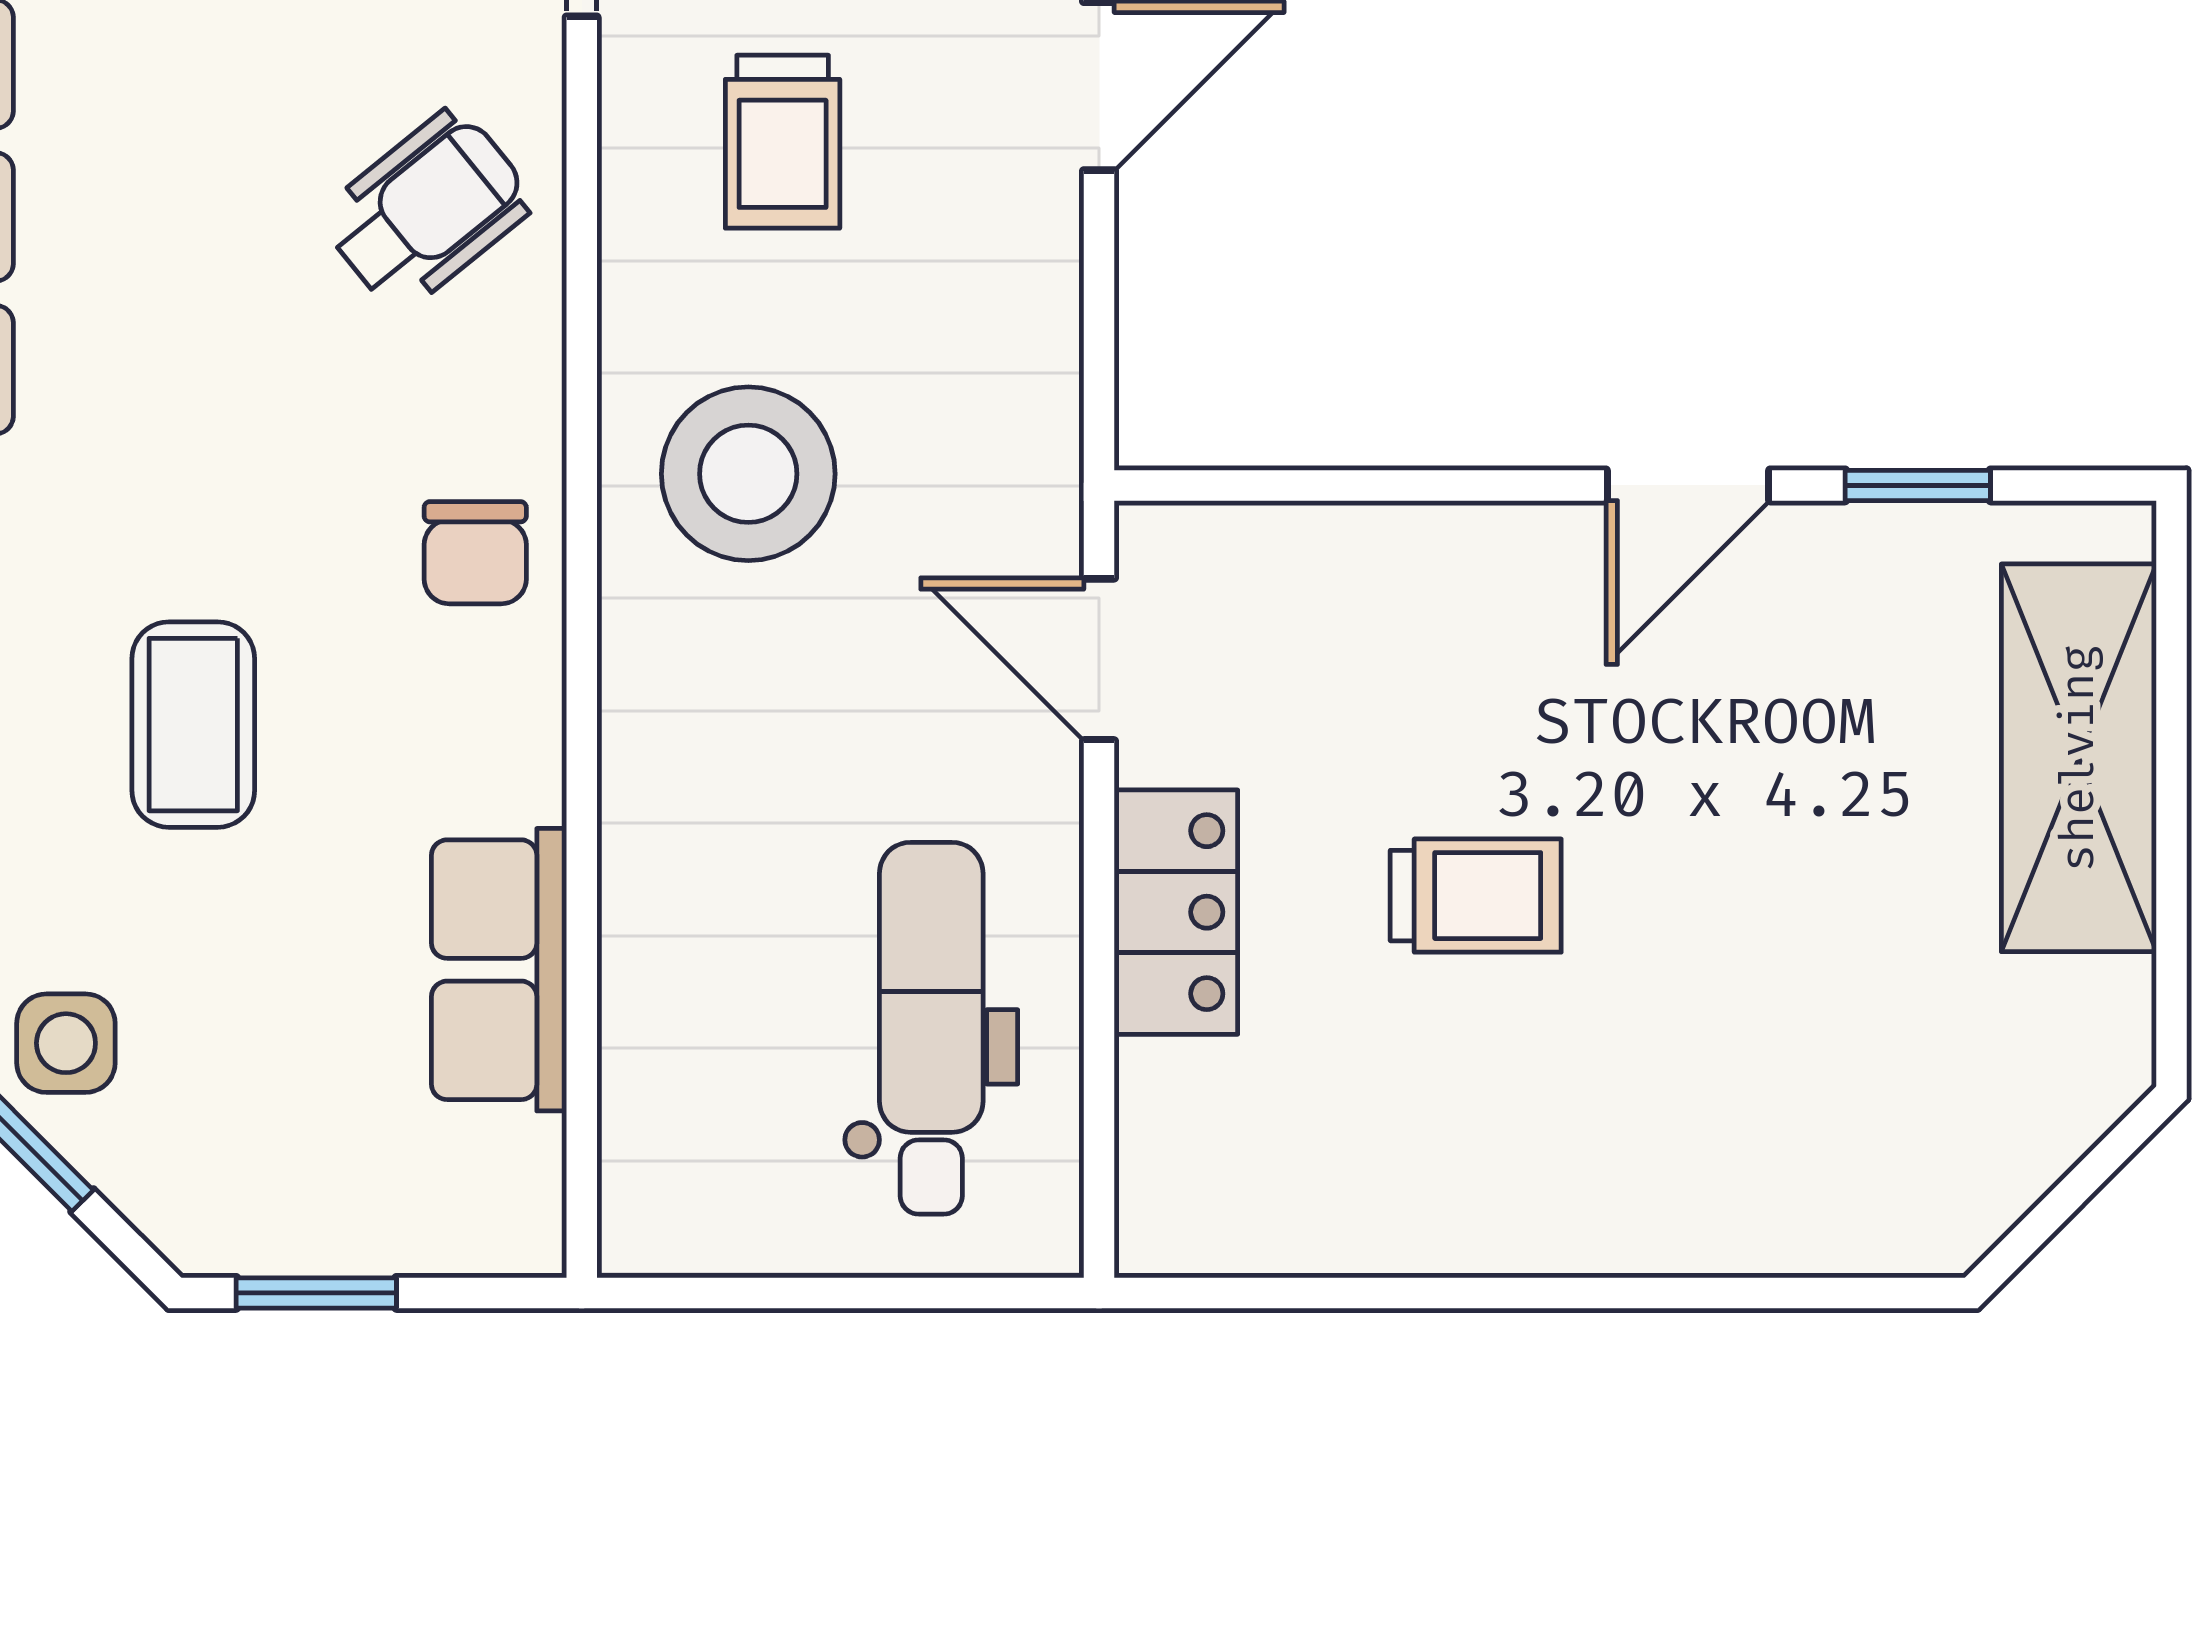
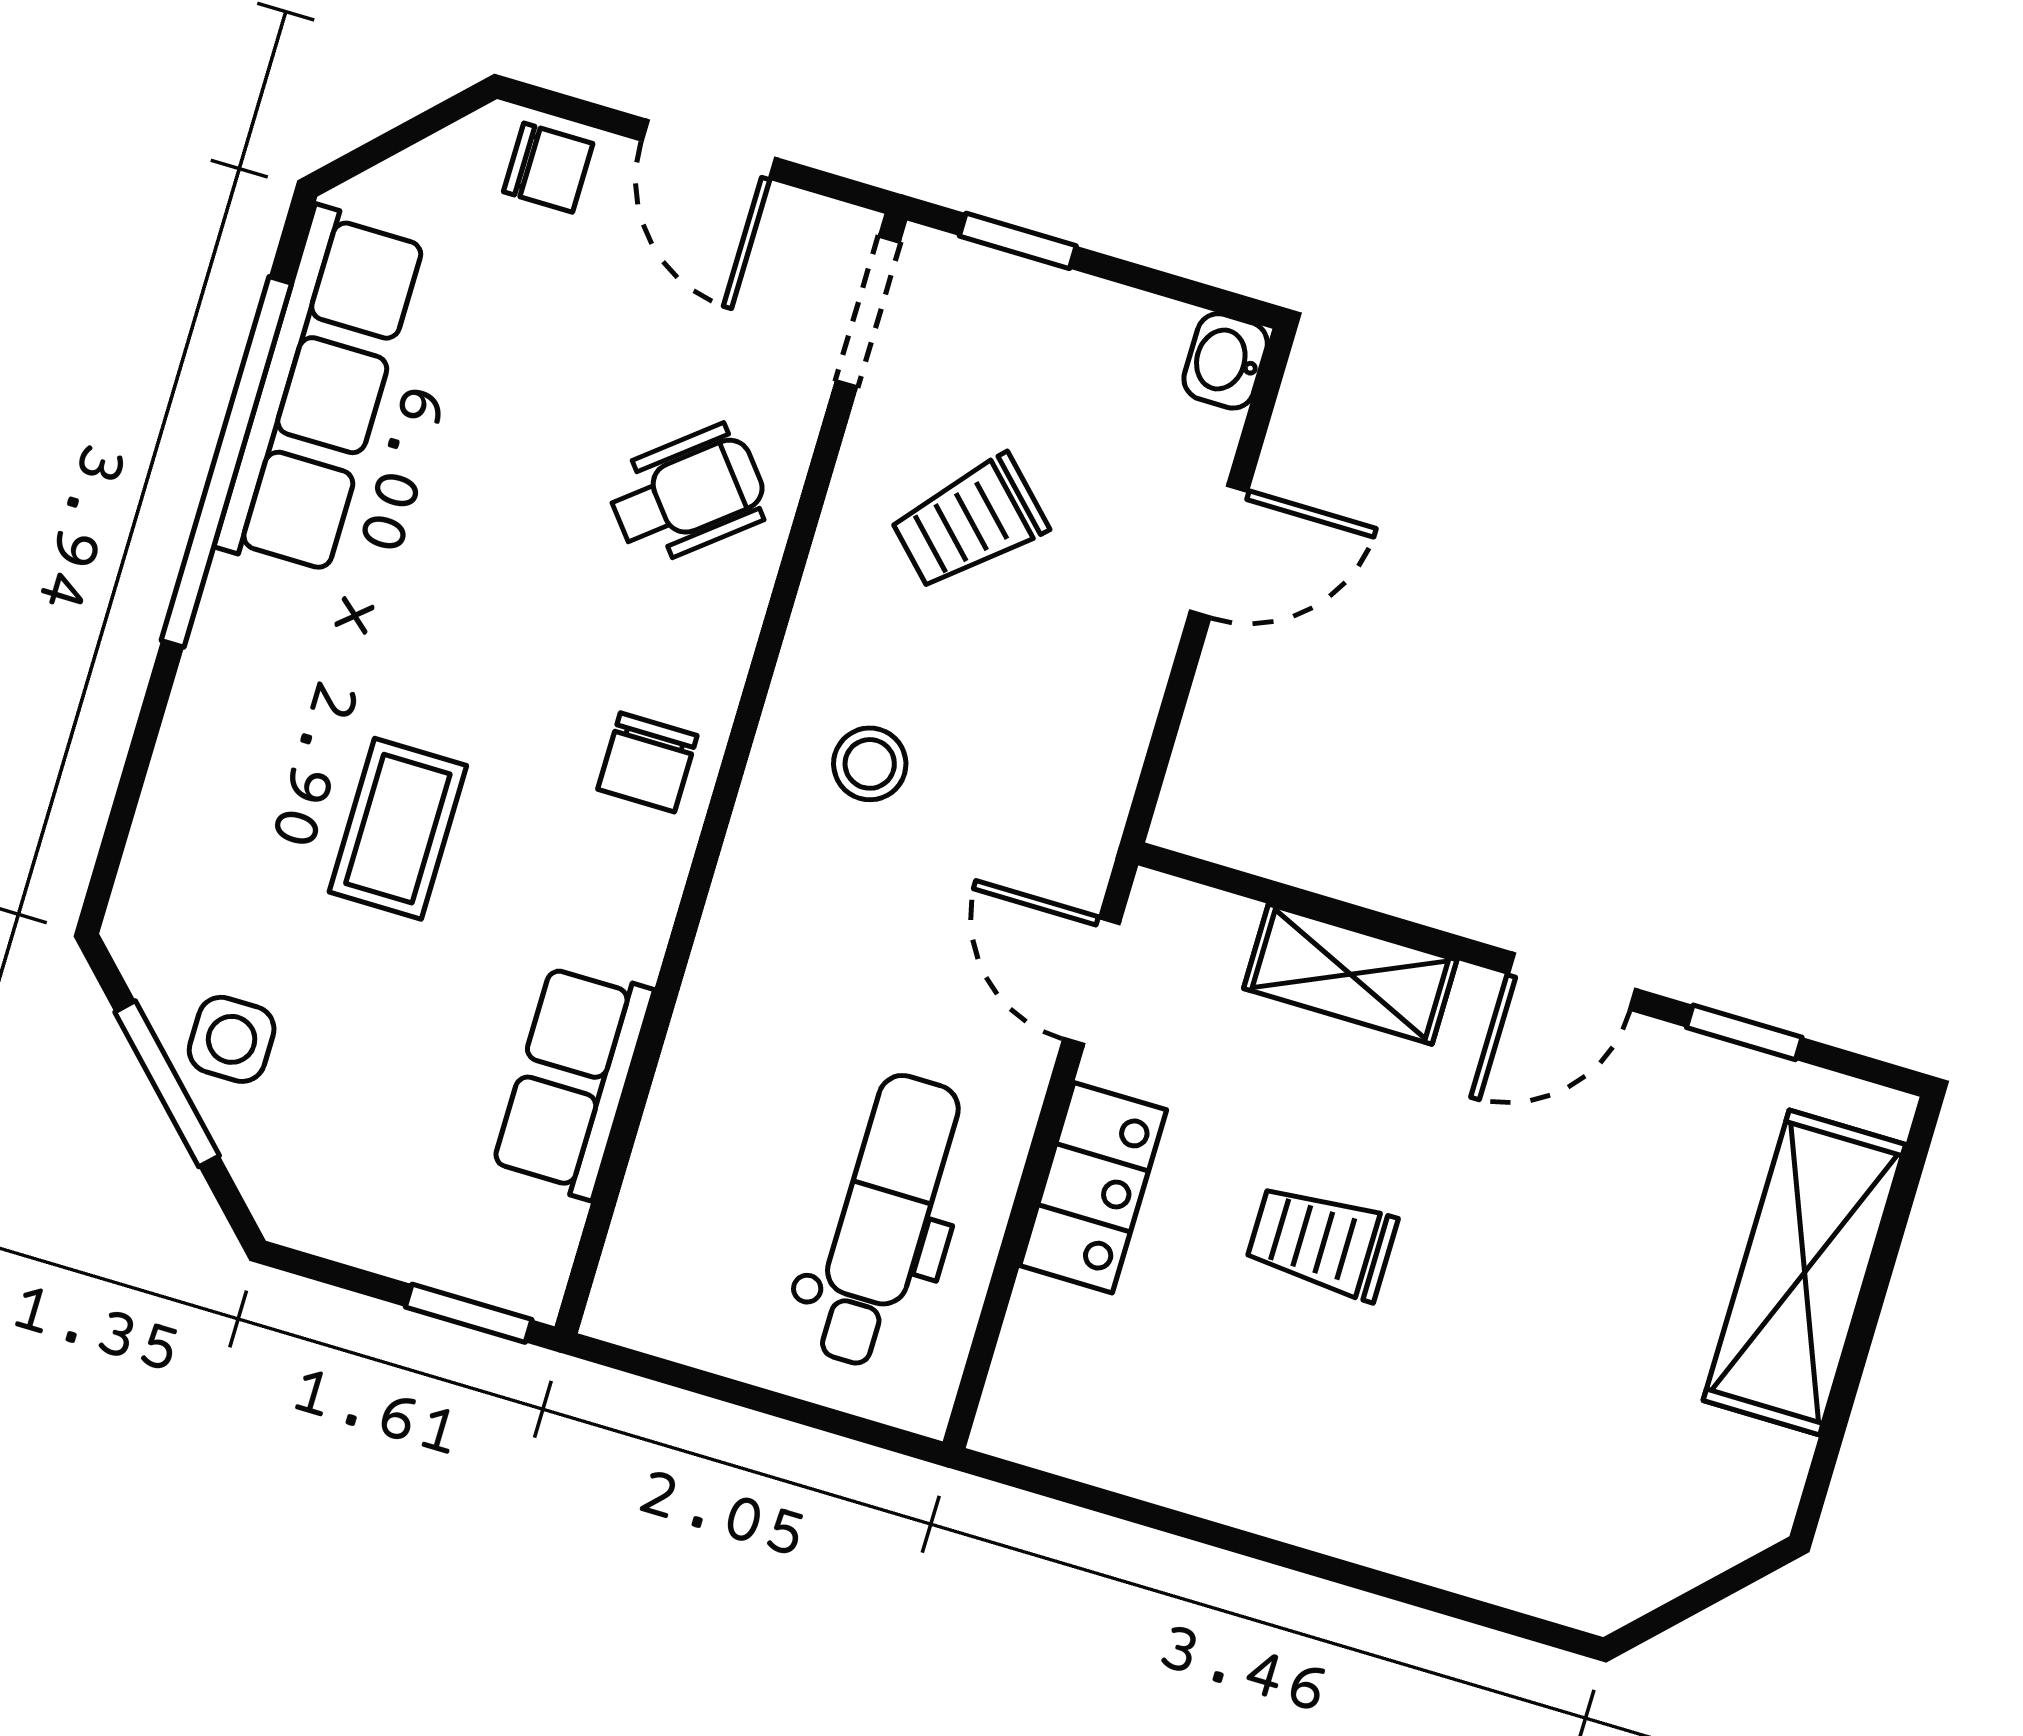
trolley: (783, 142) -> (969, 522), turned 45
stool: (748, 474) -> (870, 764), width x0.53, depth x0.53
shelving: (1414, 557) -> (1350, 974), added
trolley: (1476, 896) -> (1322, 1242), turned 180
window: (316, 1293) -> (469, 1313), moved

